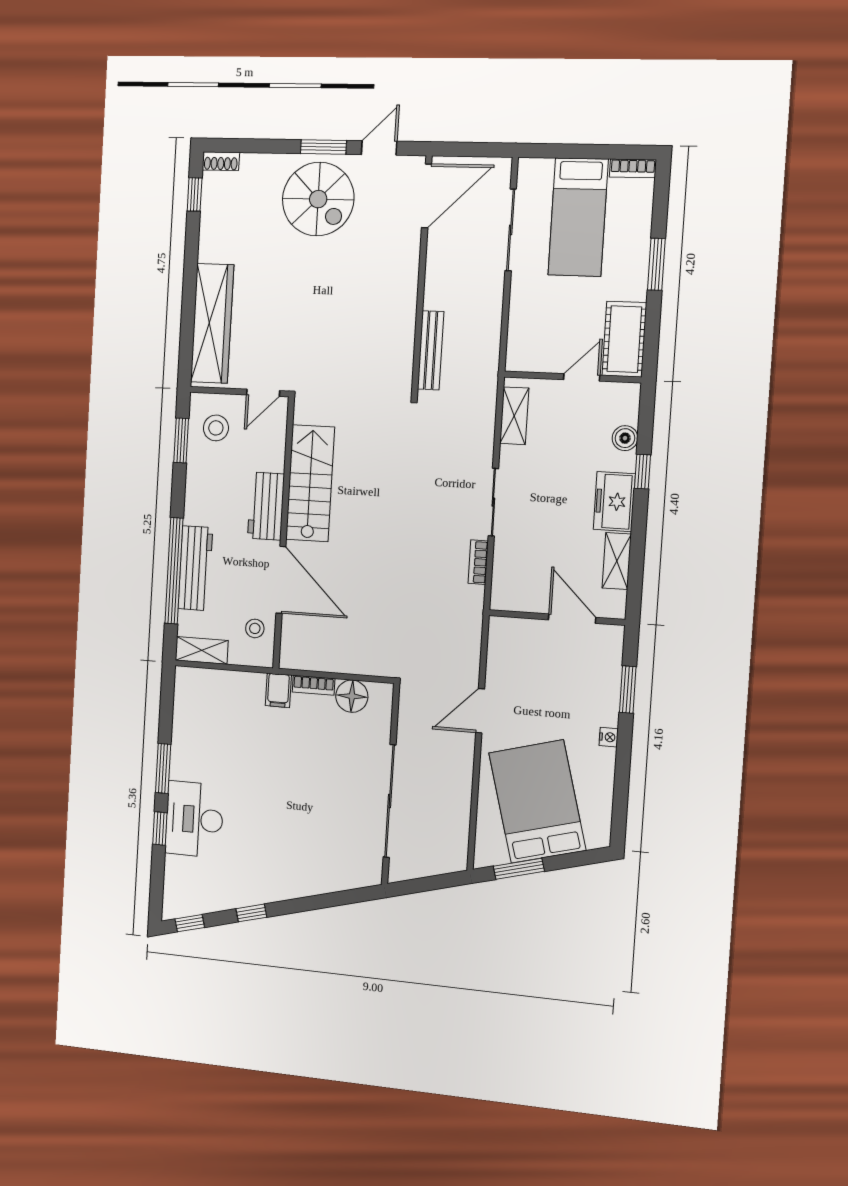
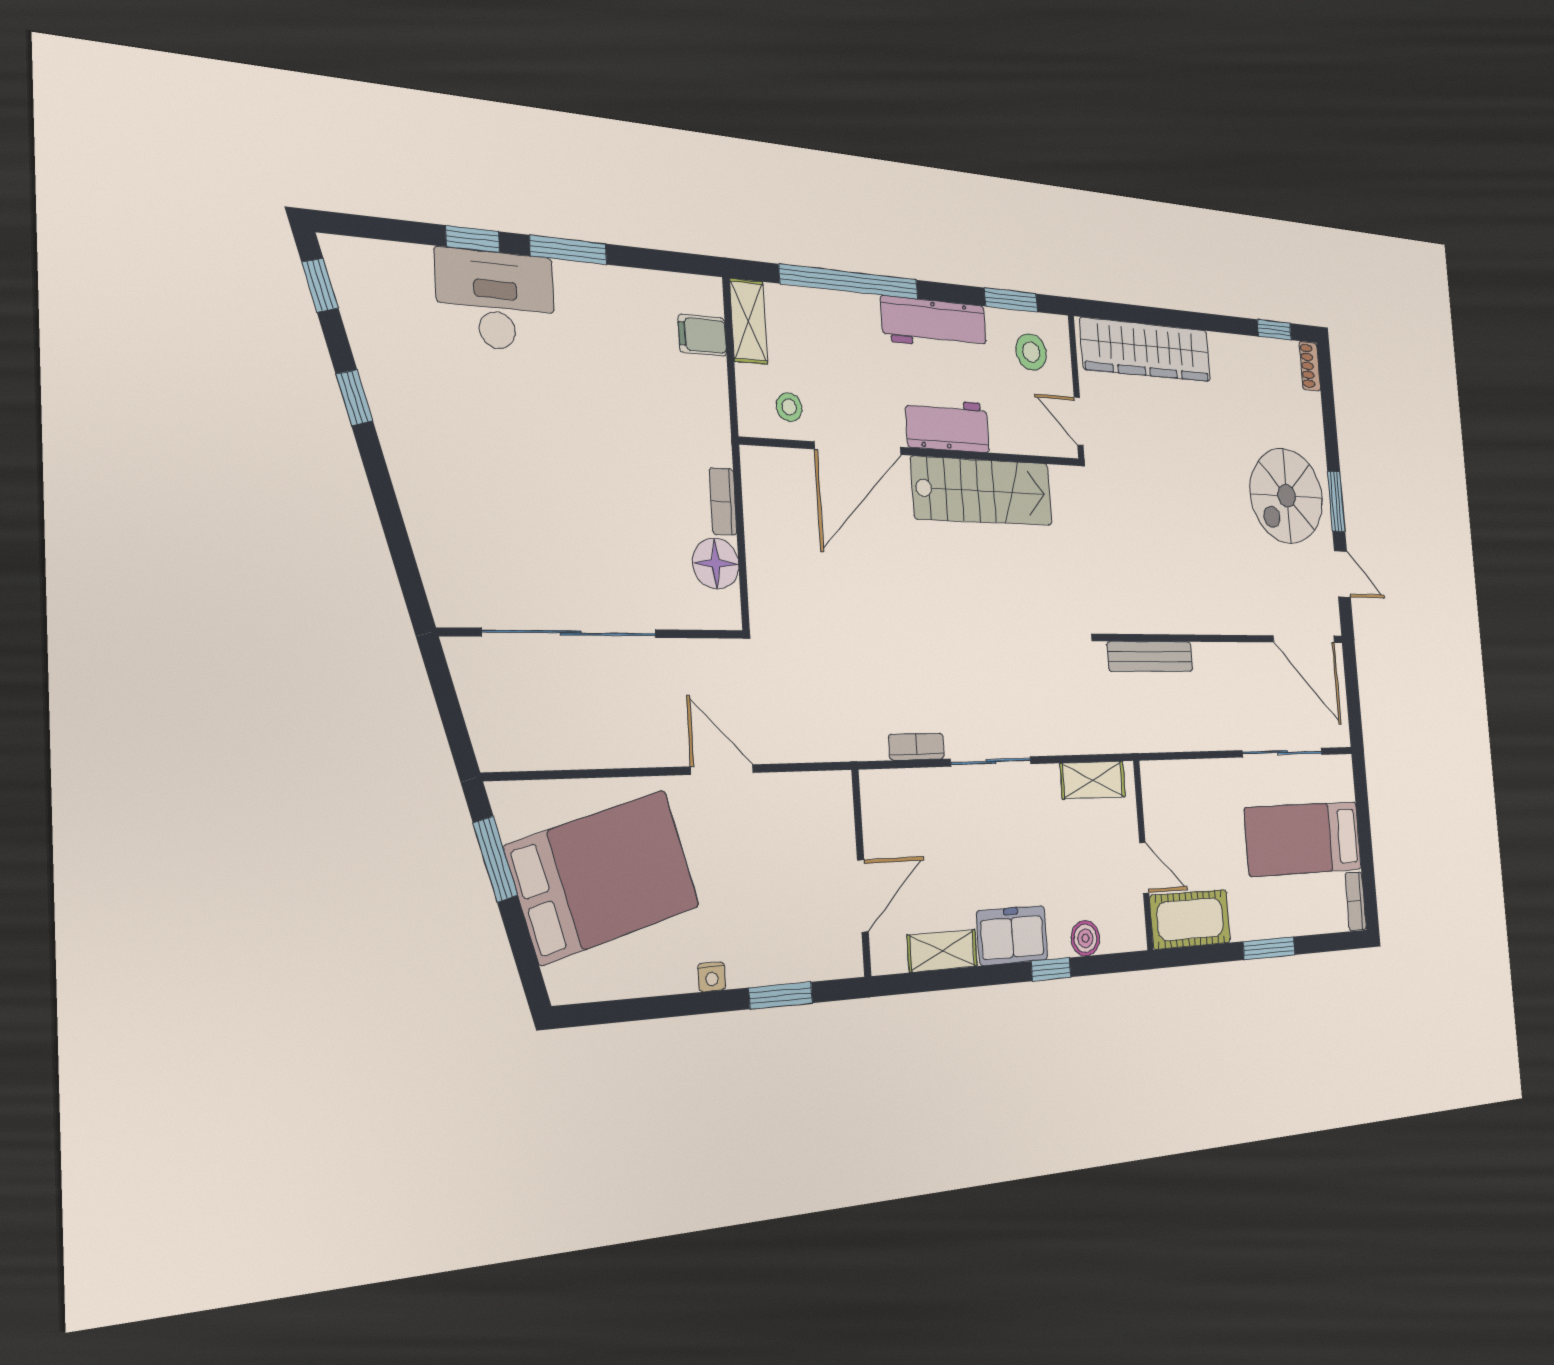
workbench: (195, 568) -> (934, 323), moved
filing cabinet: (278, 690) -> (702, 335), moved

